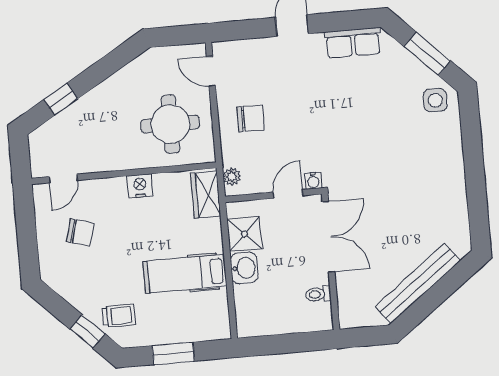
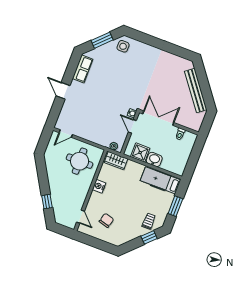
chair: (251, 118) -> (93, 127), removed
hospital bed: (185, 274) -> (160, 180), moved, turned 90

